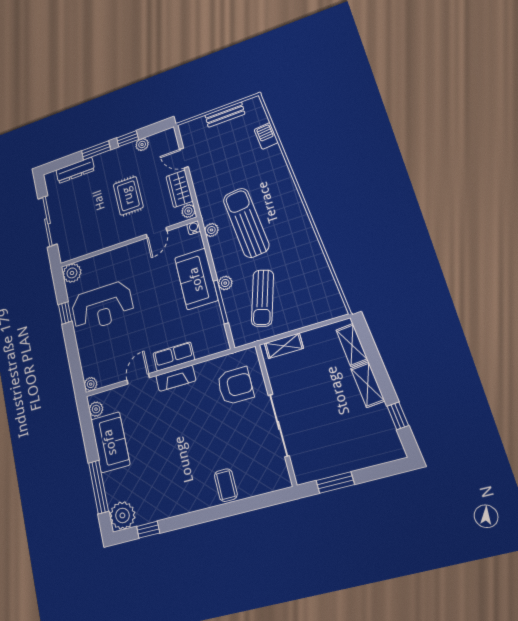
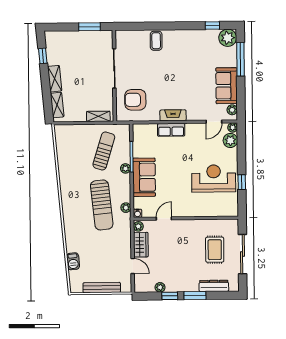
bench: (225, 115) -> (102, 288), width x1.36
rug: (128, 196) -> (215, 250), moved
plant: (72, 273) -> (230, 140), moved
door: (138, 379) -> (214, 122), moved

